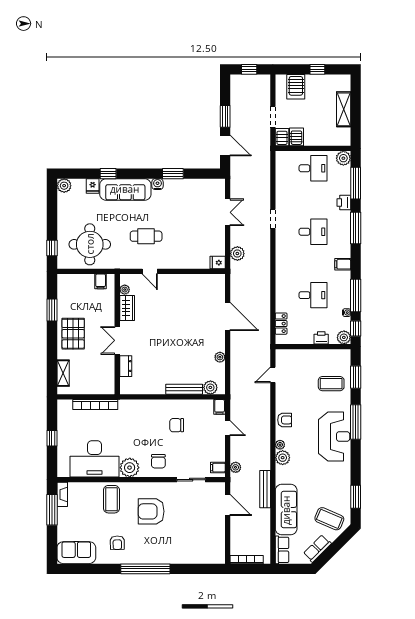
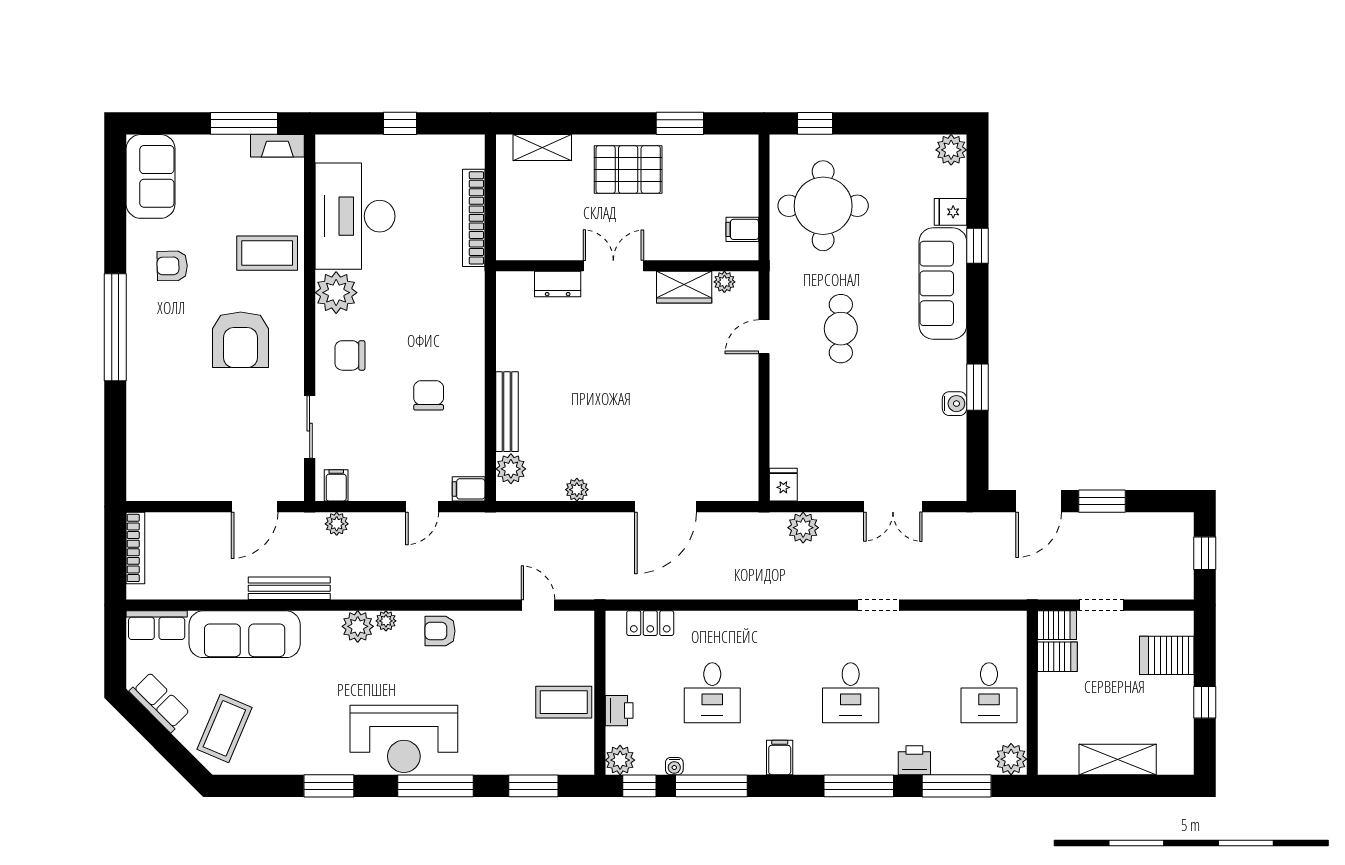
water cooler: (157, 184) -> (955, 404), moved
coffee table: (331, 384) -> (564, 702), moved, turned 90
armchair: (285, 420) -> (440, 631), turned 90
window: (356, 497) -> (329, 786), moved
armchair: (151, 511) -> (241, 340), turned 180

